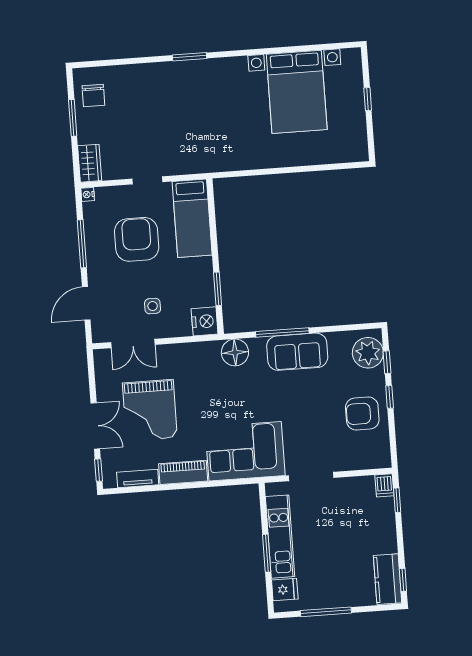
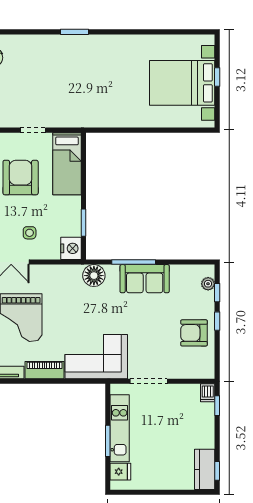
bed with nightstands: (297, 92) -> (182, 83), moved, turned 90
plant: (368, 353) -> (208, 284), width x0.53, depth x0.53
window: (326, 612) -> (152, 492), removed

